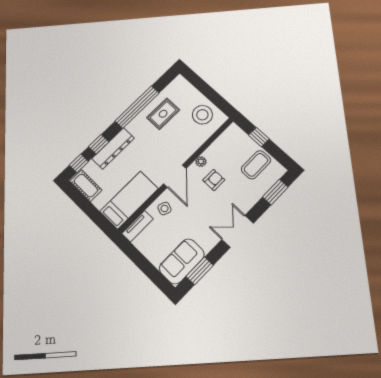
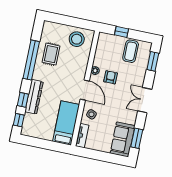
cot: (86, 186) -> (33, 131), removed

